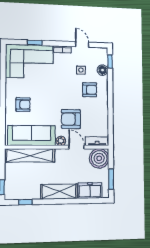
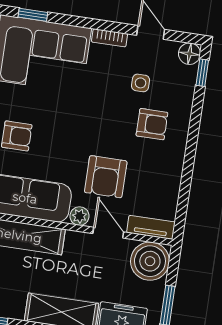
window: (35, 43) -> (33, 15), moved
floor lamp: (103, 70) -> (189, 54), moved
armchair: (71, 119) -> (106, 177), turned -90

